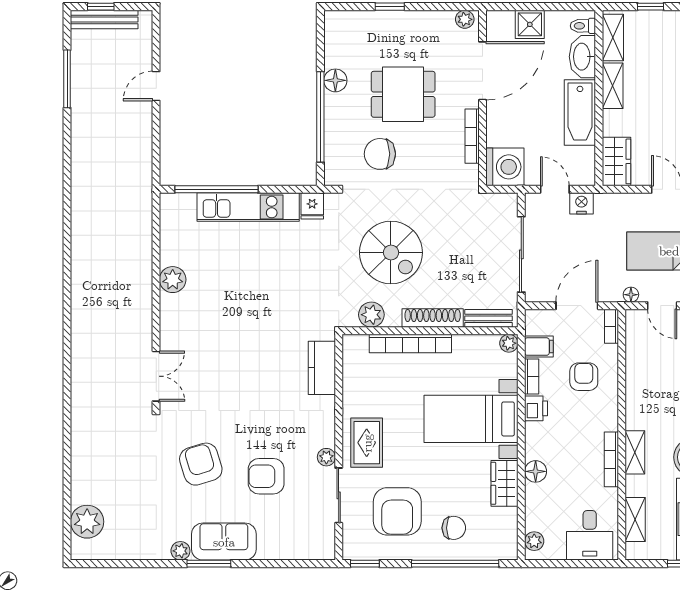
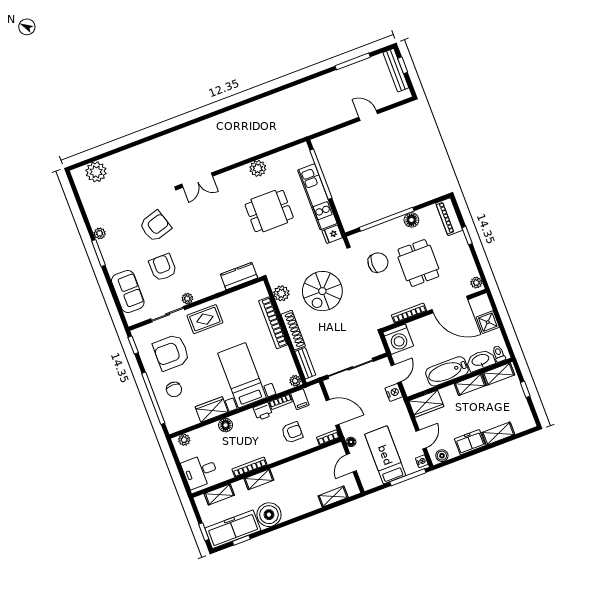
piano: (352, 23) -> (449, 217), added
chair: (380, 154) -> (378, 263), turned 90
dining table: (242, 287) -> (269, 211), added
sofa: (224, 542) -> (128, 291), moved

